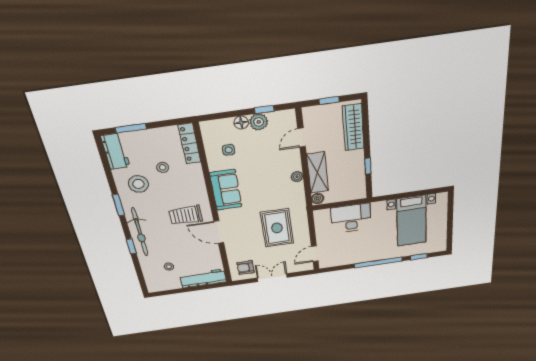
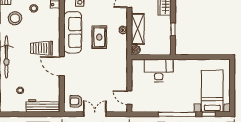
sofa: (226, 190) -> (73, 32), width x1.36
bed with nightstands: (412, 221) -> (212, 91), moved, turned 180
rug: (277, 228) -> (99, 37), moved, width x0.73, depth x0.70
door: (315, 254) -> (129, 98), hinge flipped

